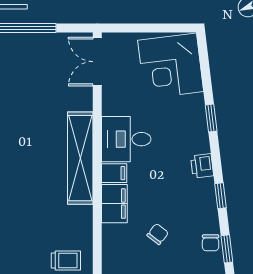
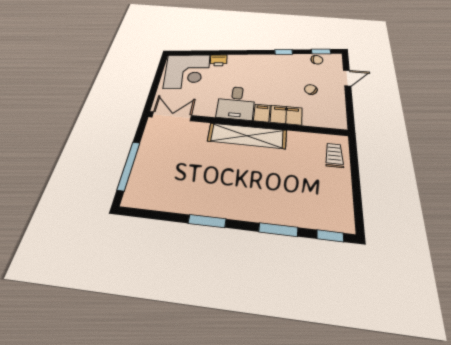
double door: (97, 62) -> (172, 116), swing flipped
window: (211, 118) -> (229, 53), removed
printer: (202, 166) -> (219, 60), moved

